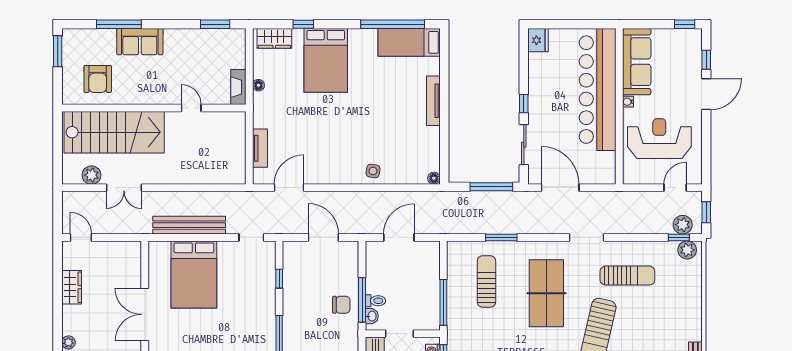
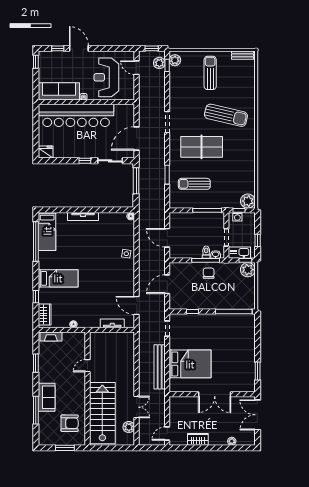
window: (215, 24) -> (36, 363), moved
window: (58, 51) -> (65, 448), moved
bed: (326, 60) -> (58, 278), width x0.67
fireplace: (238, 87) -> (51, 337), moved
sun lounger: (627, 276) -> (210, 73), moved

